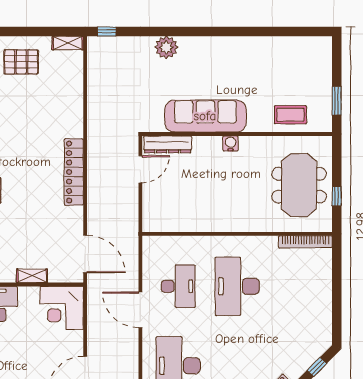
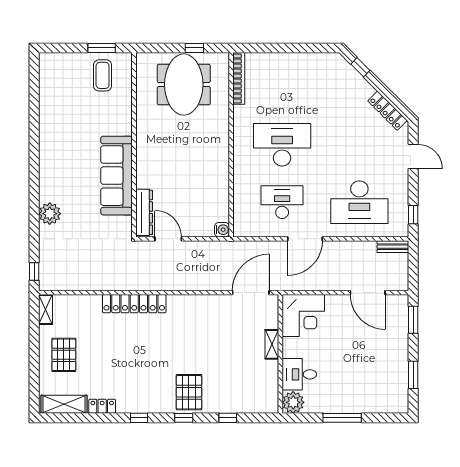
coffee table: (290, 115) -> (103, 75), moved
water cooler: (231, 143) -> (222, 230), moved, turned 180
locker: (74, 172) -> (134, 304), moved
meeting table: (299, 185) -> (184, 85), turned 90
desk: (237, 286) -> (282, 145), turned 180

